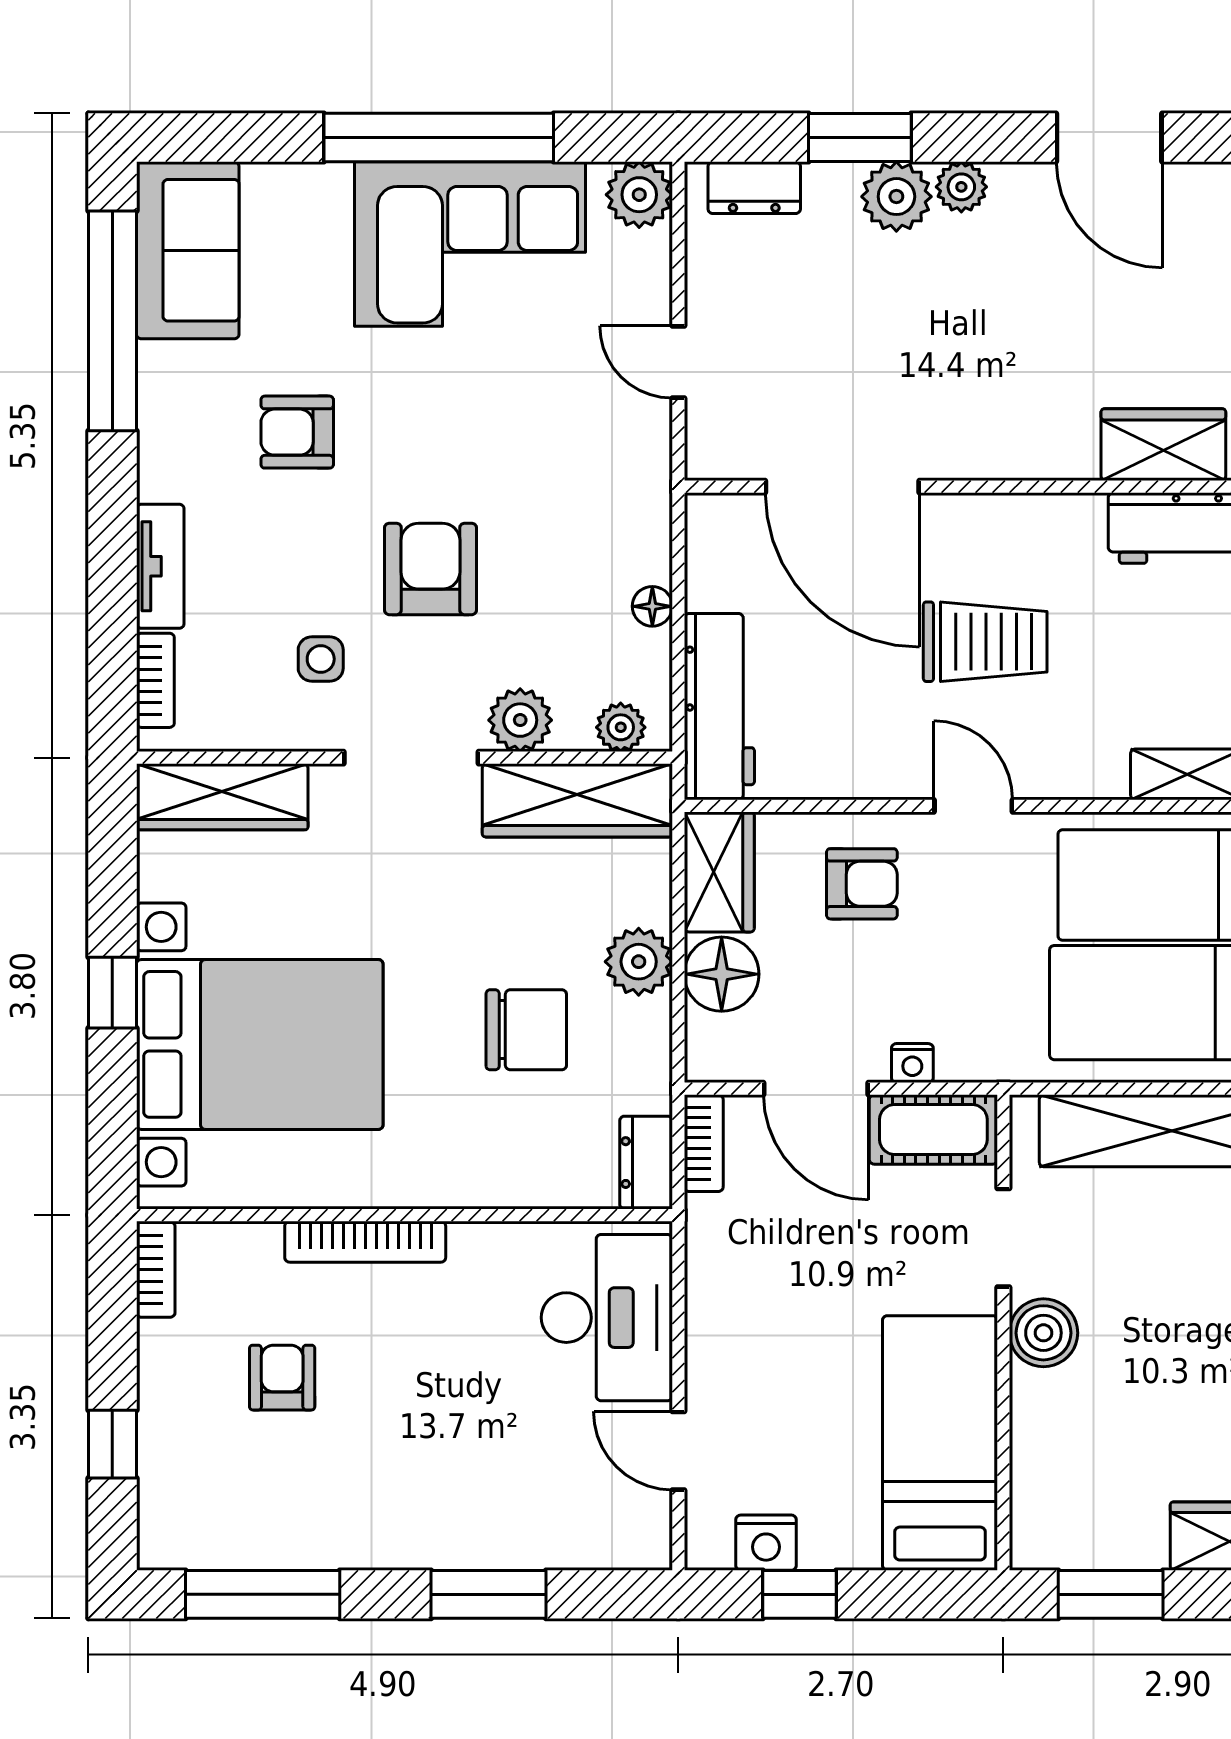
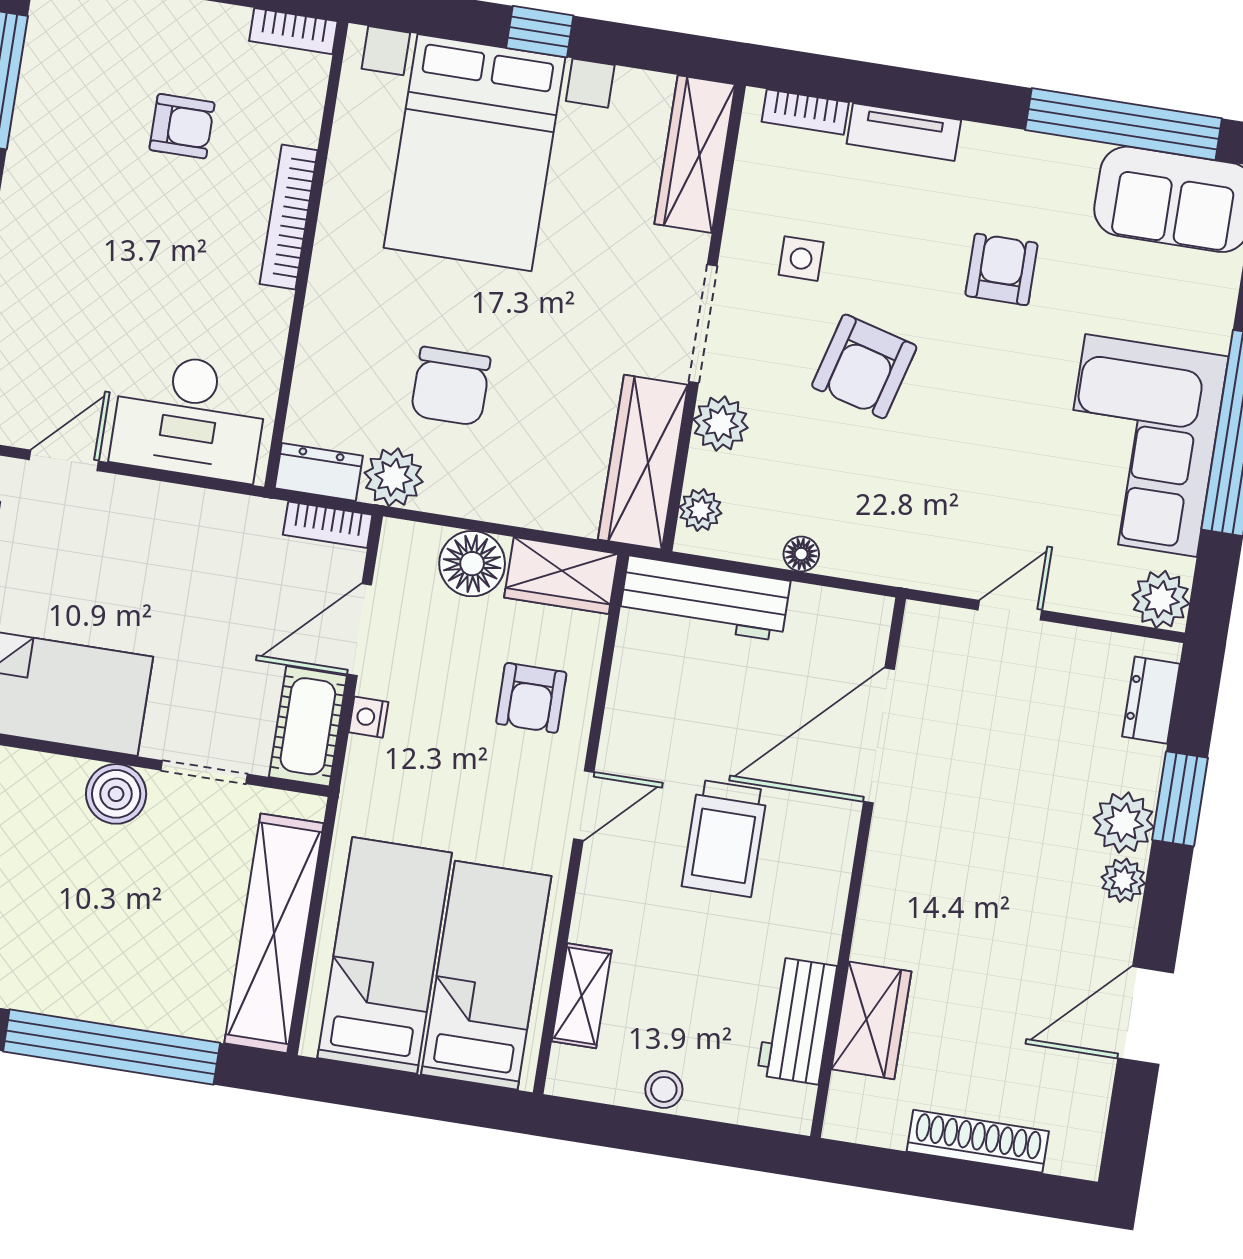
armchair: (430, 569) -> (864, 366), turned 105
plant: (639, 962) -> (394, 477), moved

